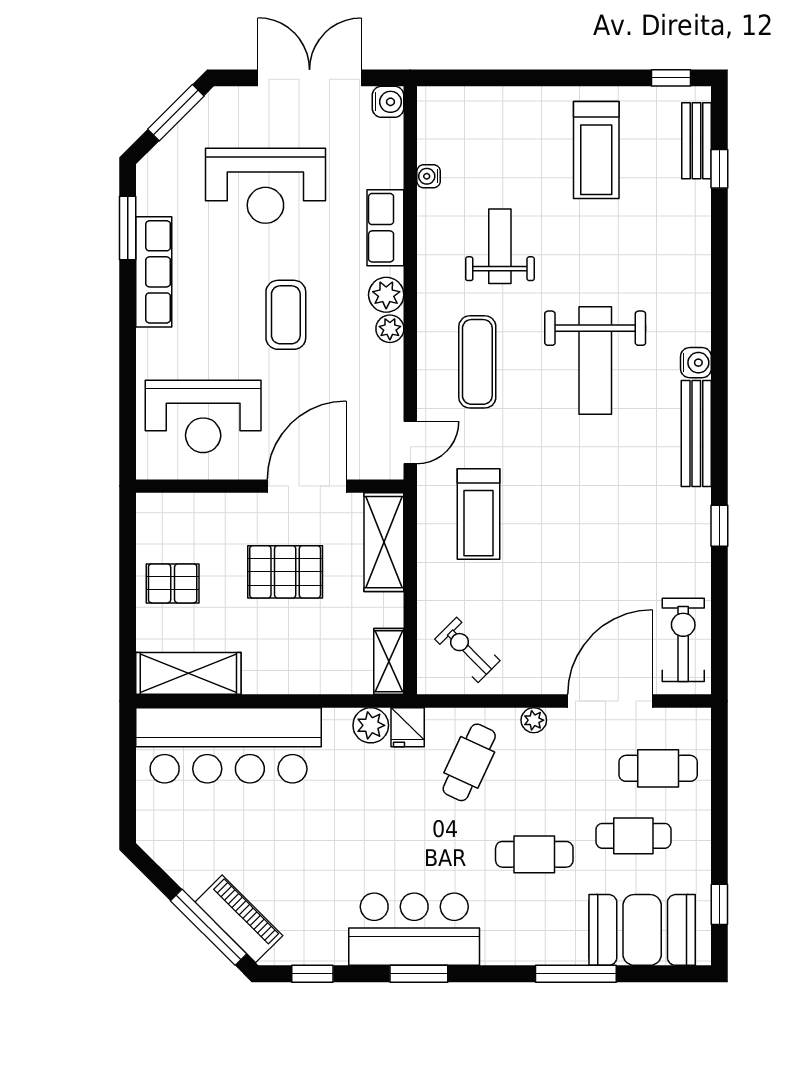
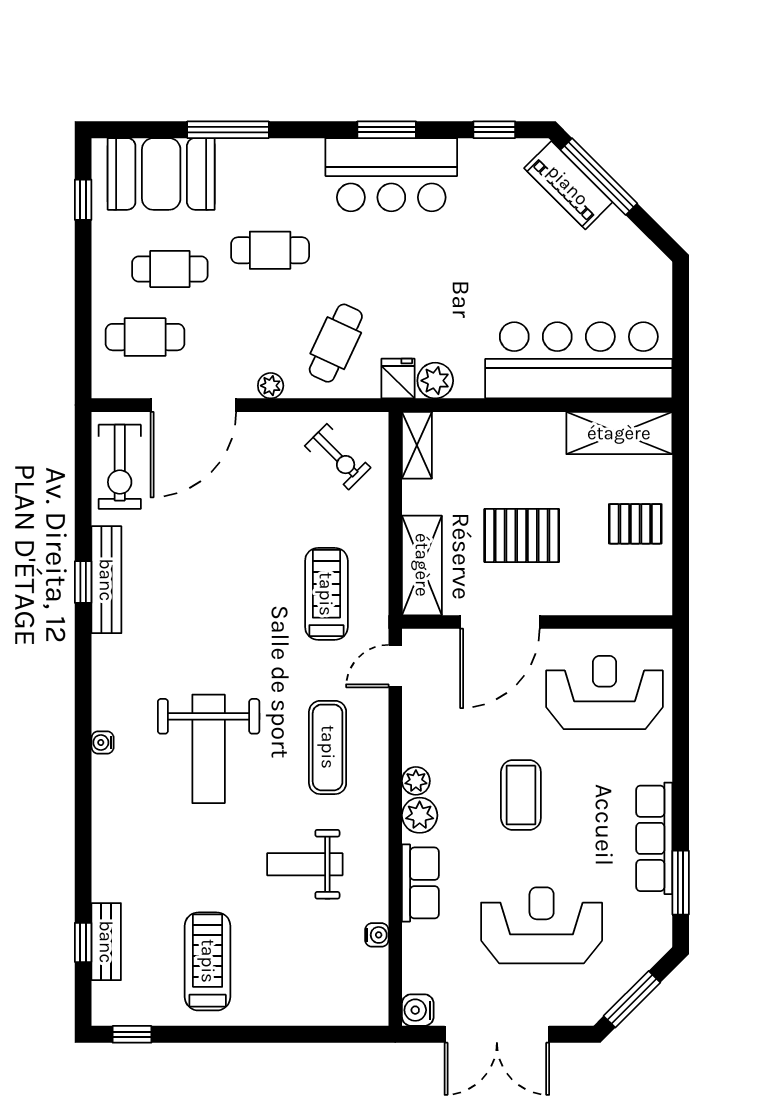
bench: (697, 141) -> (106, 942), moved
weight bench: (500, 246) -> (305, 864), turned 90
weight bench: (595, 360) -> (209, 749), turned 180
water cooler: (696, 363) -> (103, 742), width x0.72, depth x0.72
bench: (696, 433) -> (106, 580), moved

